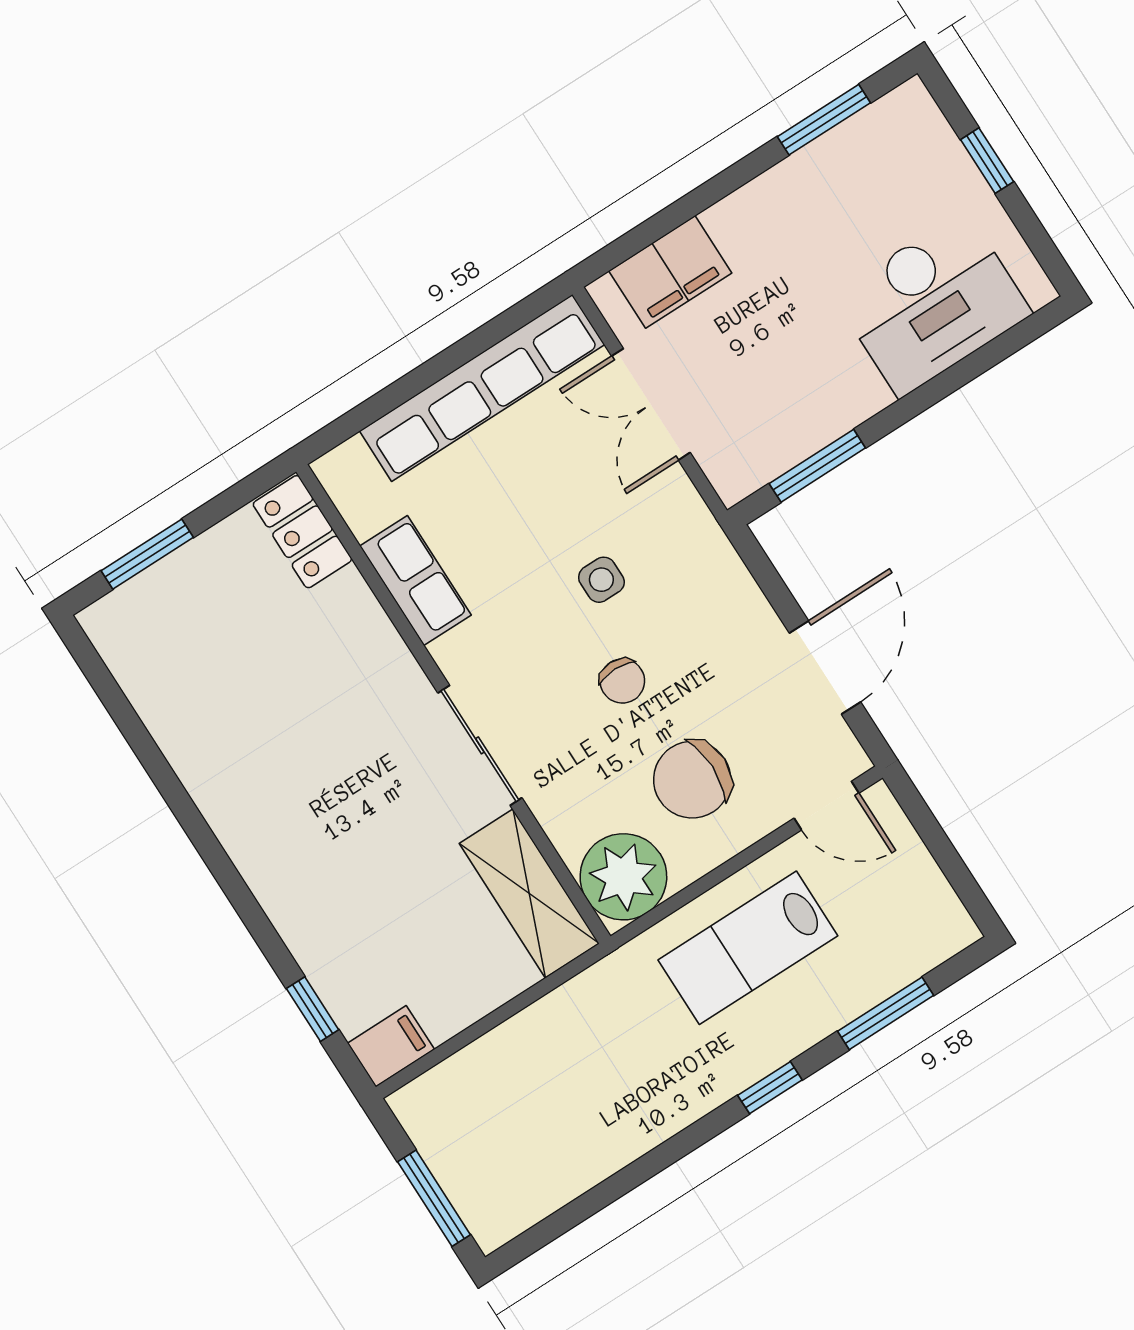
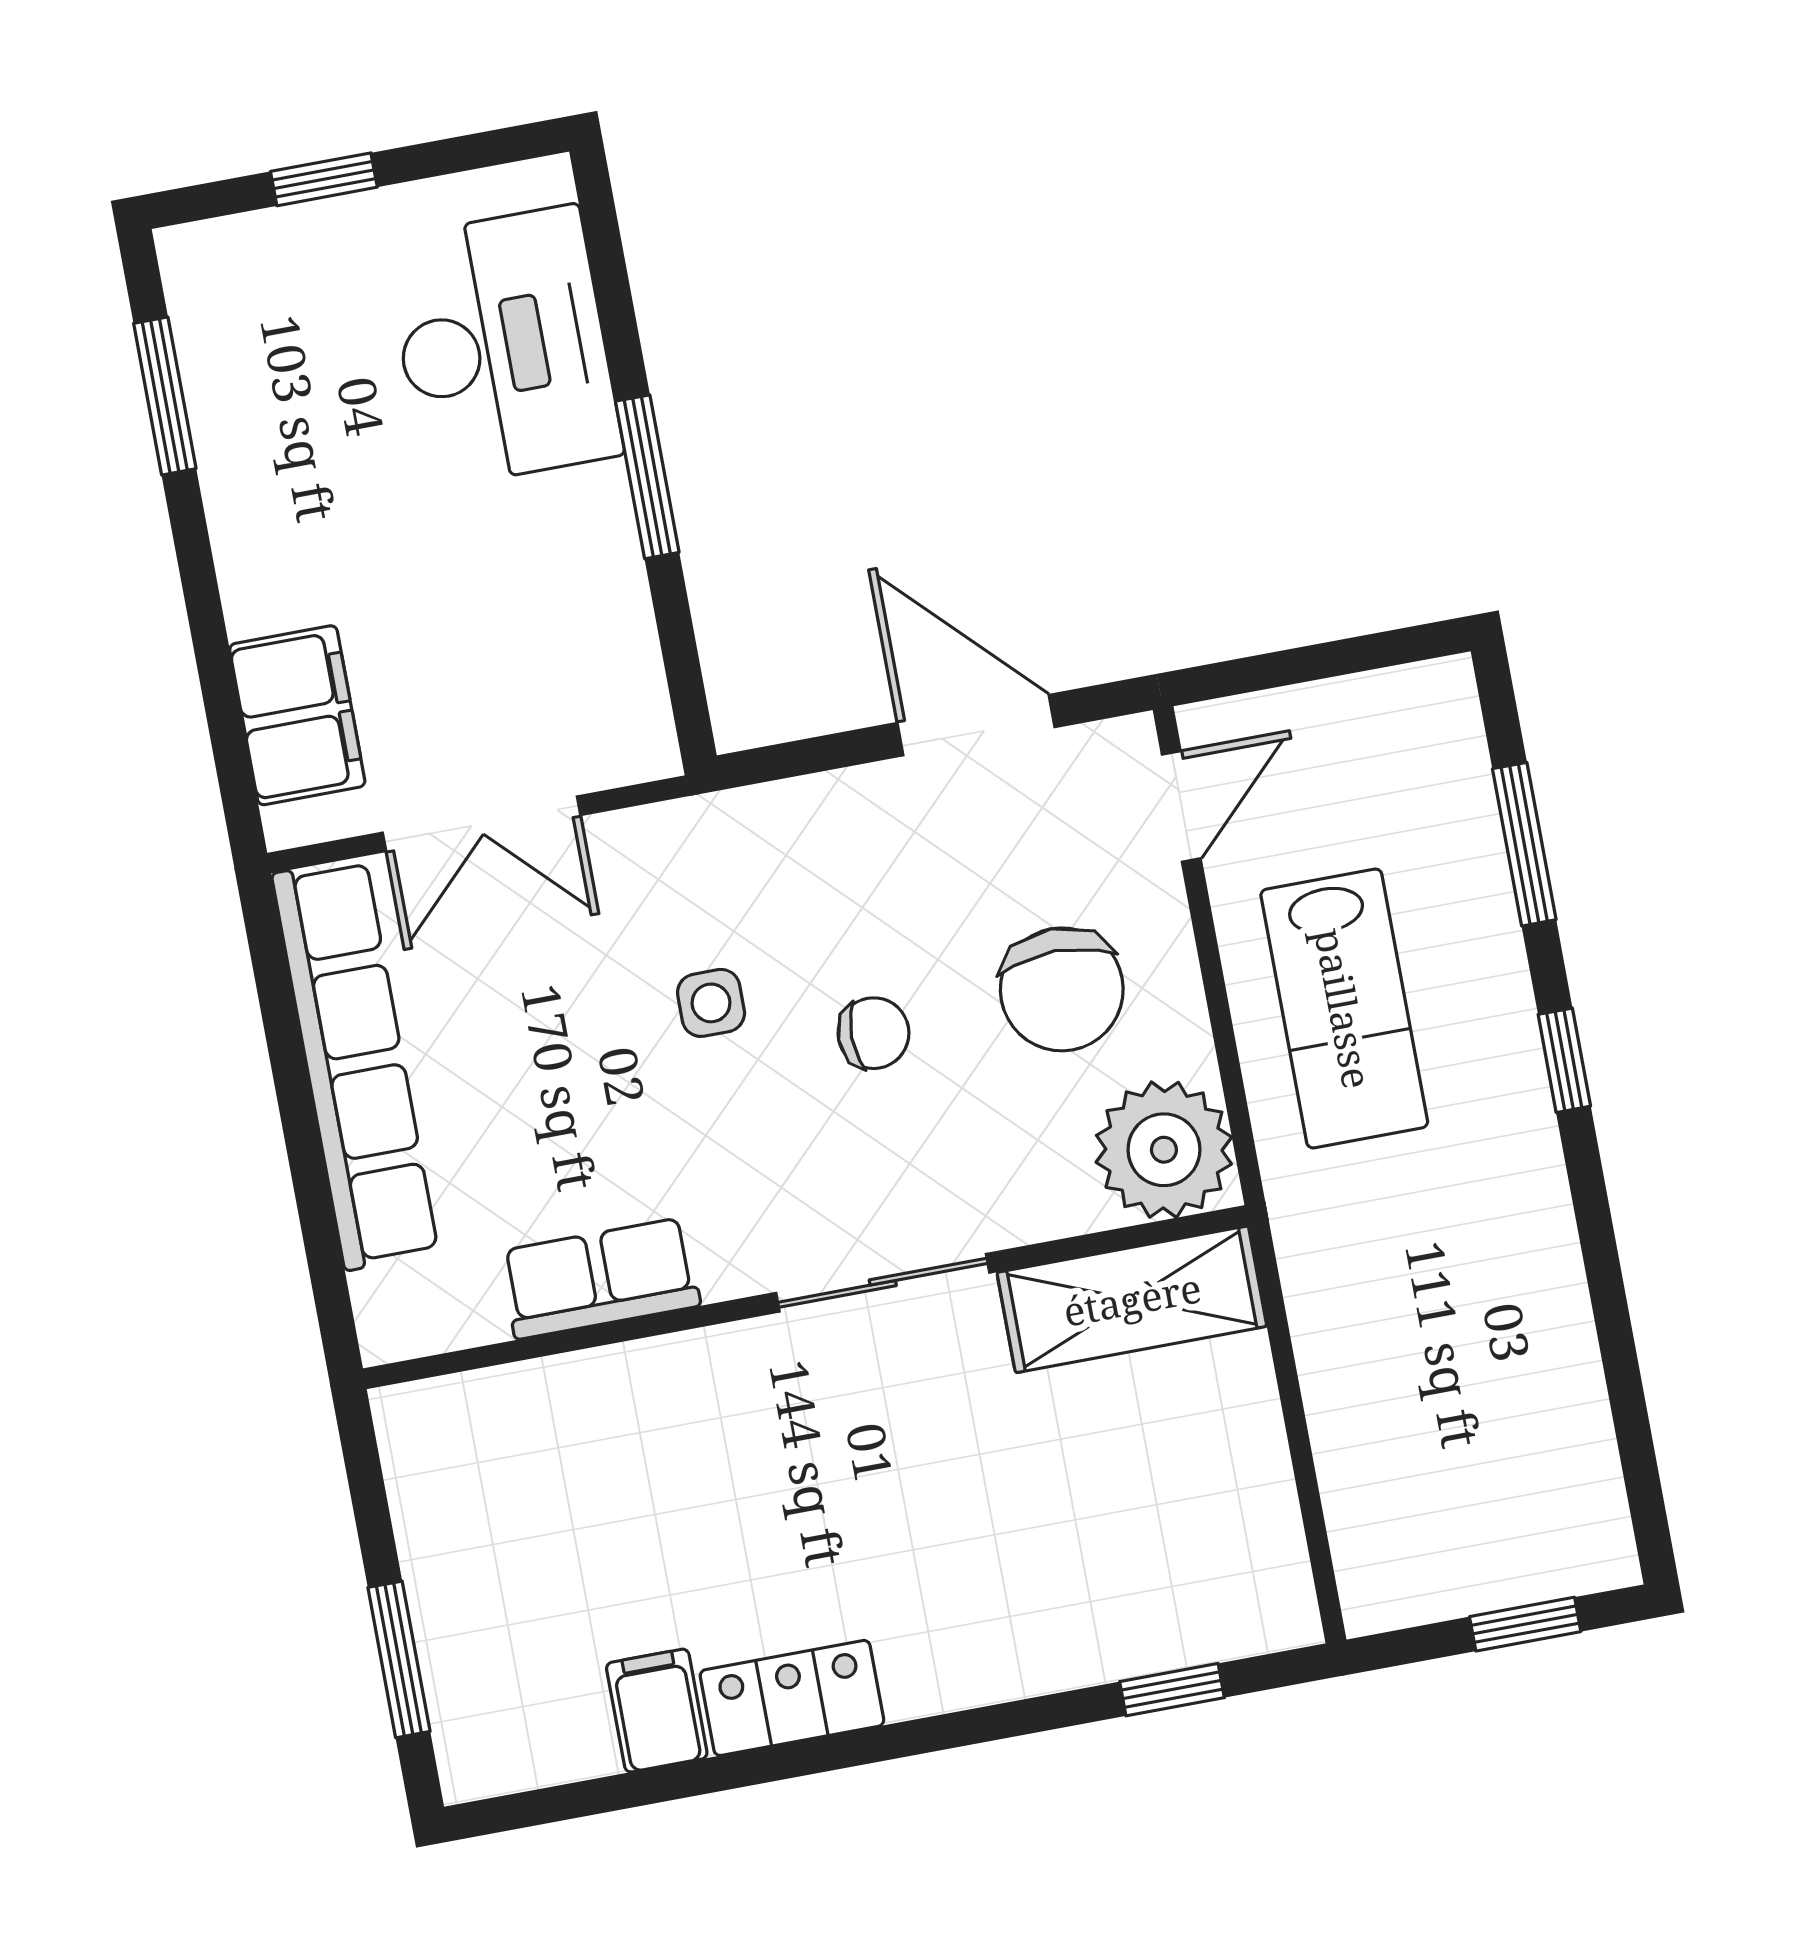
window: (817, 466) -> (647, 477), moved
locker: (302, 532) -> (792, 1698), moved, turned 180
filing cabinet: (391, 1046) -> (657, 1711), moved
window: (434, 1198) -> (1525, 1624), width x0.67

